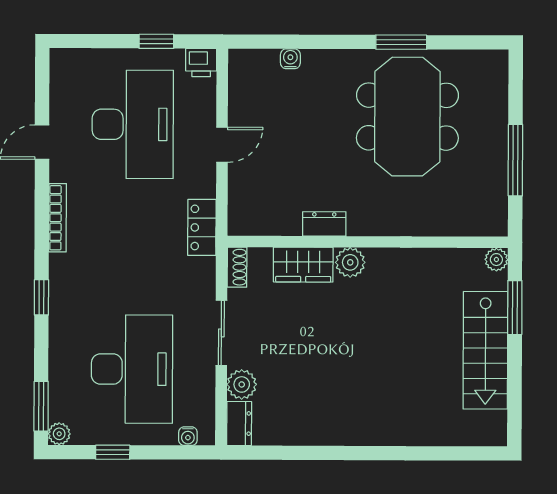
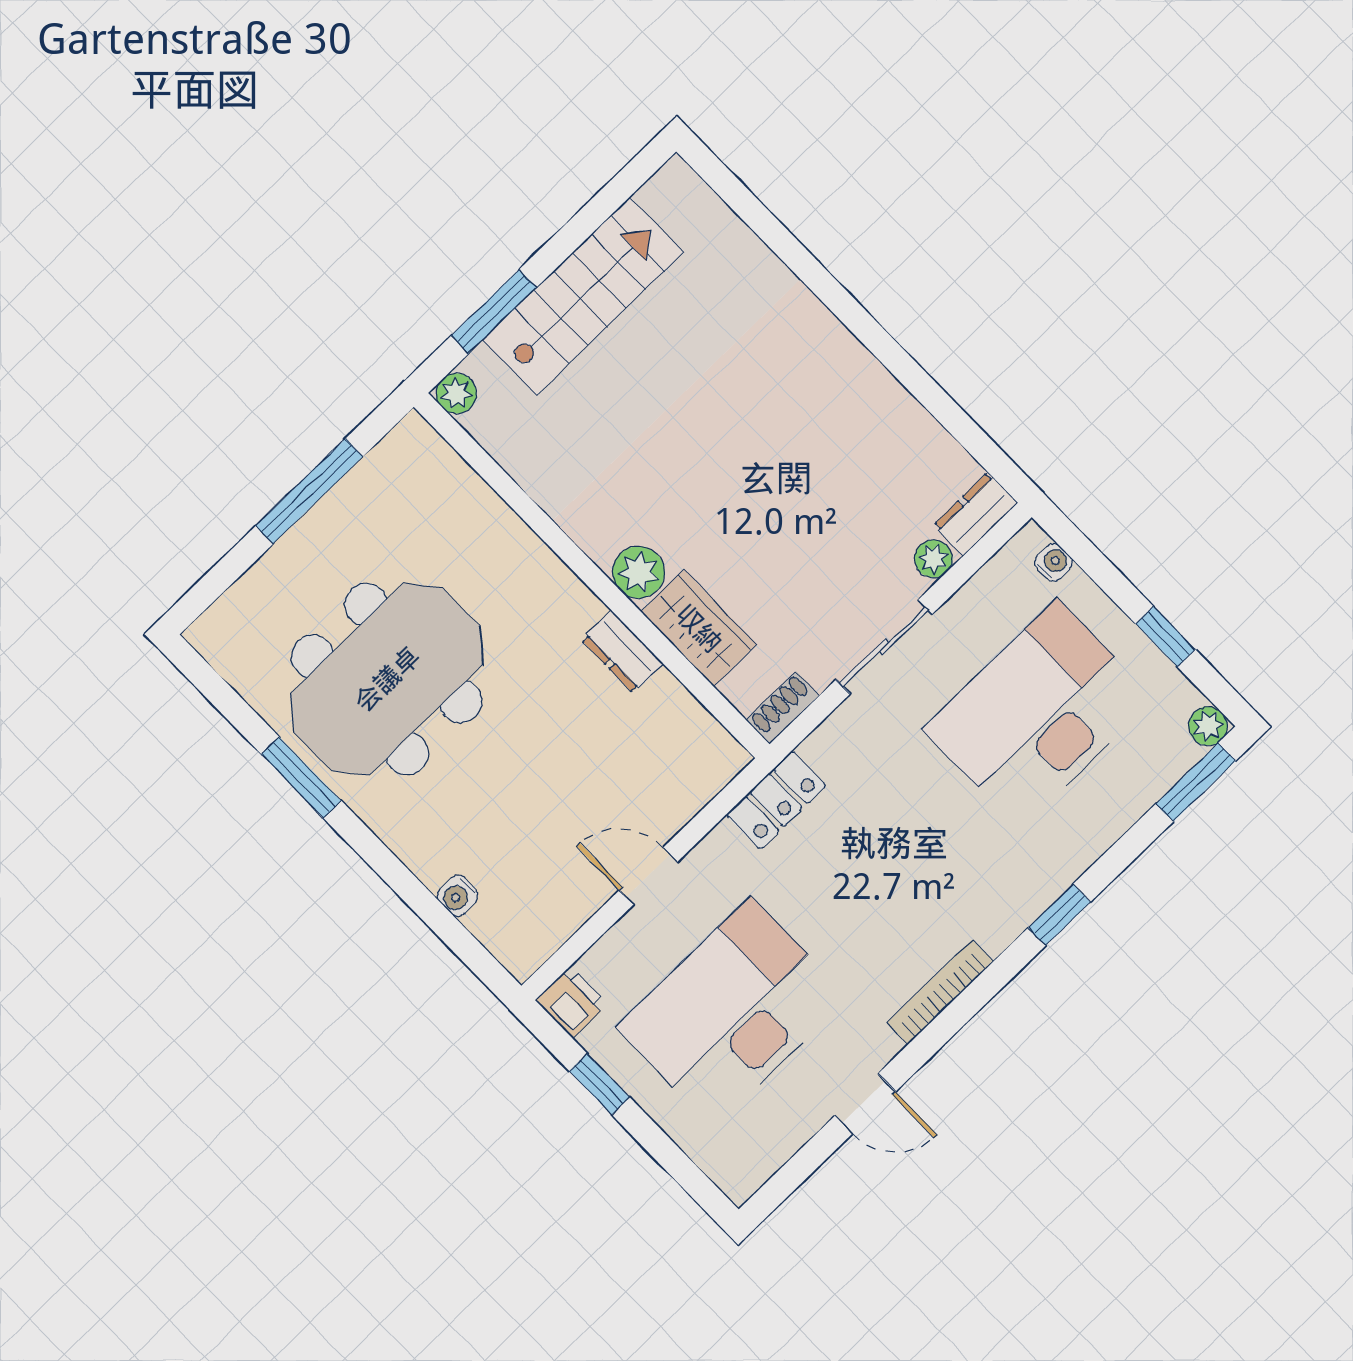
plant: (242, 384) -> (933, 559), width x0.73, depth x0.73

